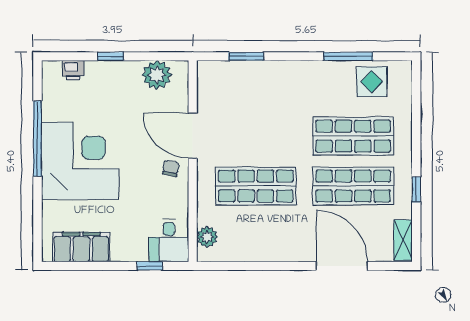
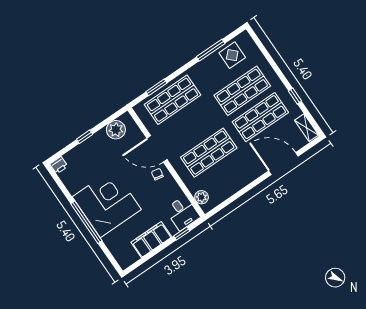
printer: (73, 70) -> (59, 165), moved
shop shelf: (256, 86) -> (172, 100), added
window: (37, 139) -> (86, 222), moved
filing cabinet: (81, 247) -> (151, 240), moved

